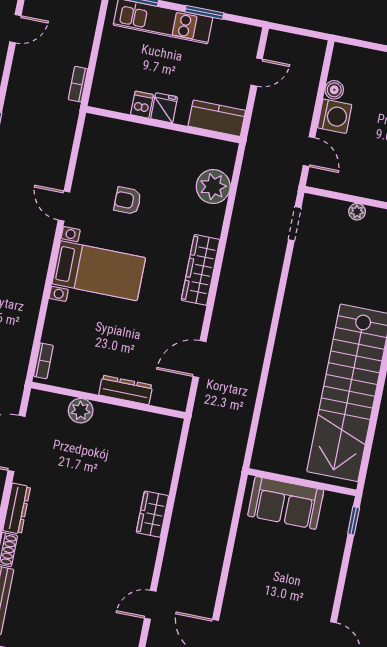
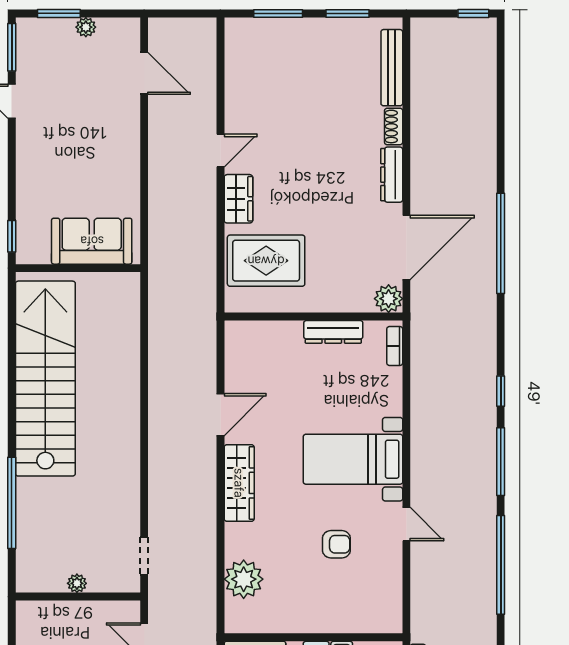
door: (199, 359) -> (220, 415), moved
dresser: (126, 390) -> (333, 332), moved
plant: (81, 411) -> (389, 299), moved
rug: (139, 456) -> (266, 261), added
door: (150, 605) -> (220, 151), moved

